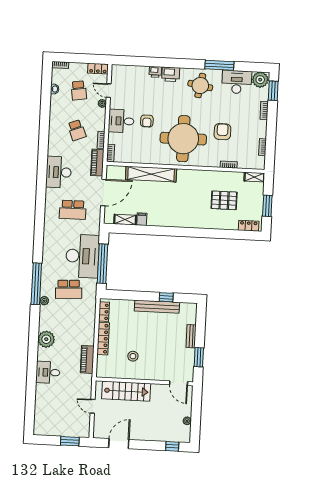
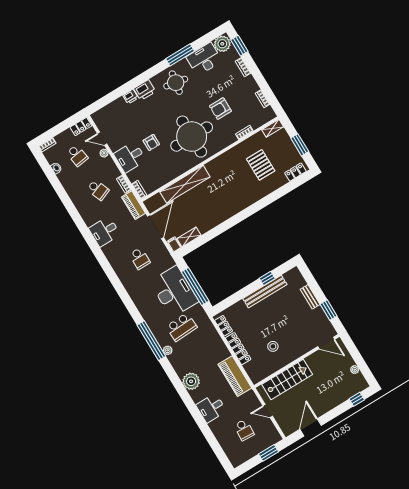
armchair: (222, 132) -> (220, 109), turned -90
desk: (59, 172) -> (105, 231), width x0.73
pallet: (224, 200) -> (261, 165), turned 90
school desk: (73, 210) -> (140, 258), width x0.54
filing cabinet: (142, 219) -> (174, 245), moved
piano: (87, 359) -> (235, 376), width x1.37, depth x1.33
school desk: (63, 409) -> (244, 430), added

